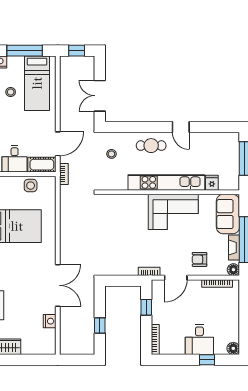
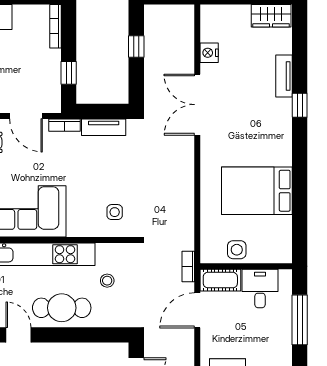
cafe table: (151, 146) -> (62, 308), width x1.37, depth x1.35
stool: (111, 154) -> (107, 281), moved
side table: (115, 211) -> (115, 212), added
tv unit: (122, 270) -> (104, 127), added
door: (176, 278) -> (26, 116), swing flipped

